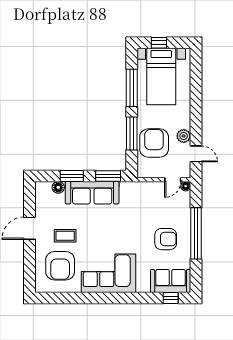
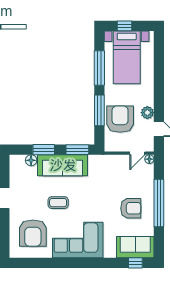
coffee table: (65, 236) -> (58, 203), moved

